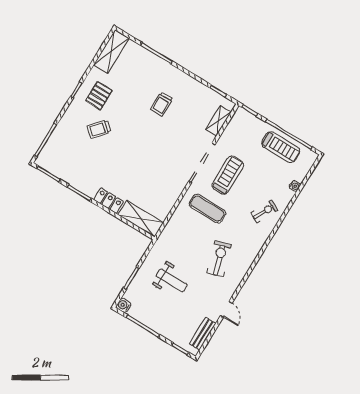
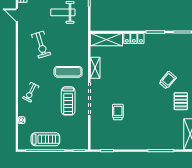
trolley: (162, 104) -> (118, 112), moved
shelving: (218, 121) -> (95, 68), moved
treadmill: (281, 147) -> (45, 139), turned 180

